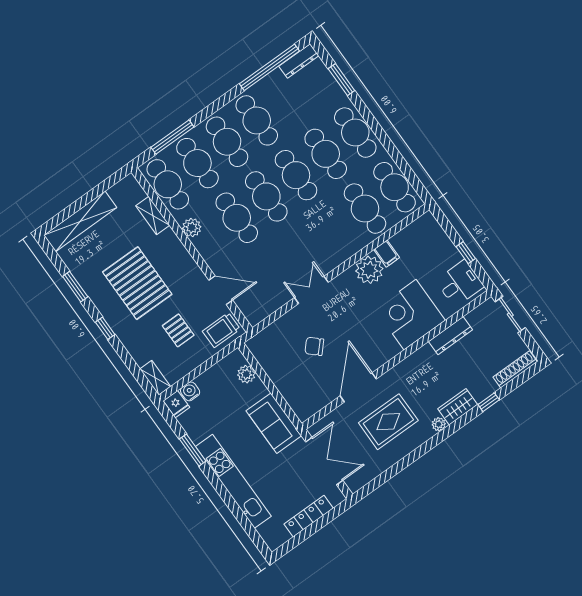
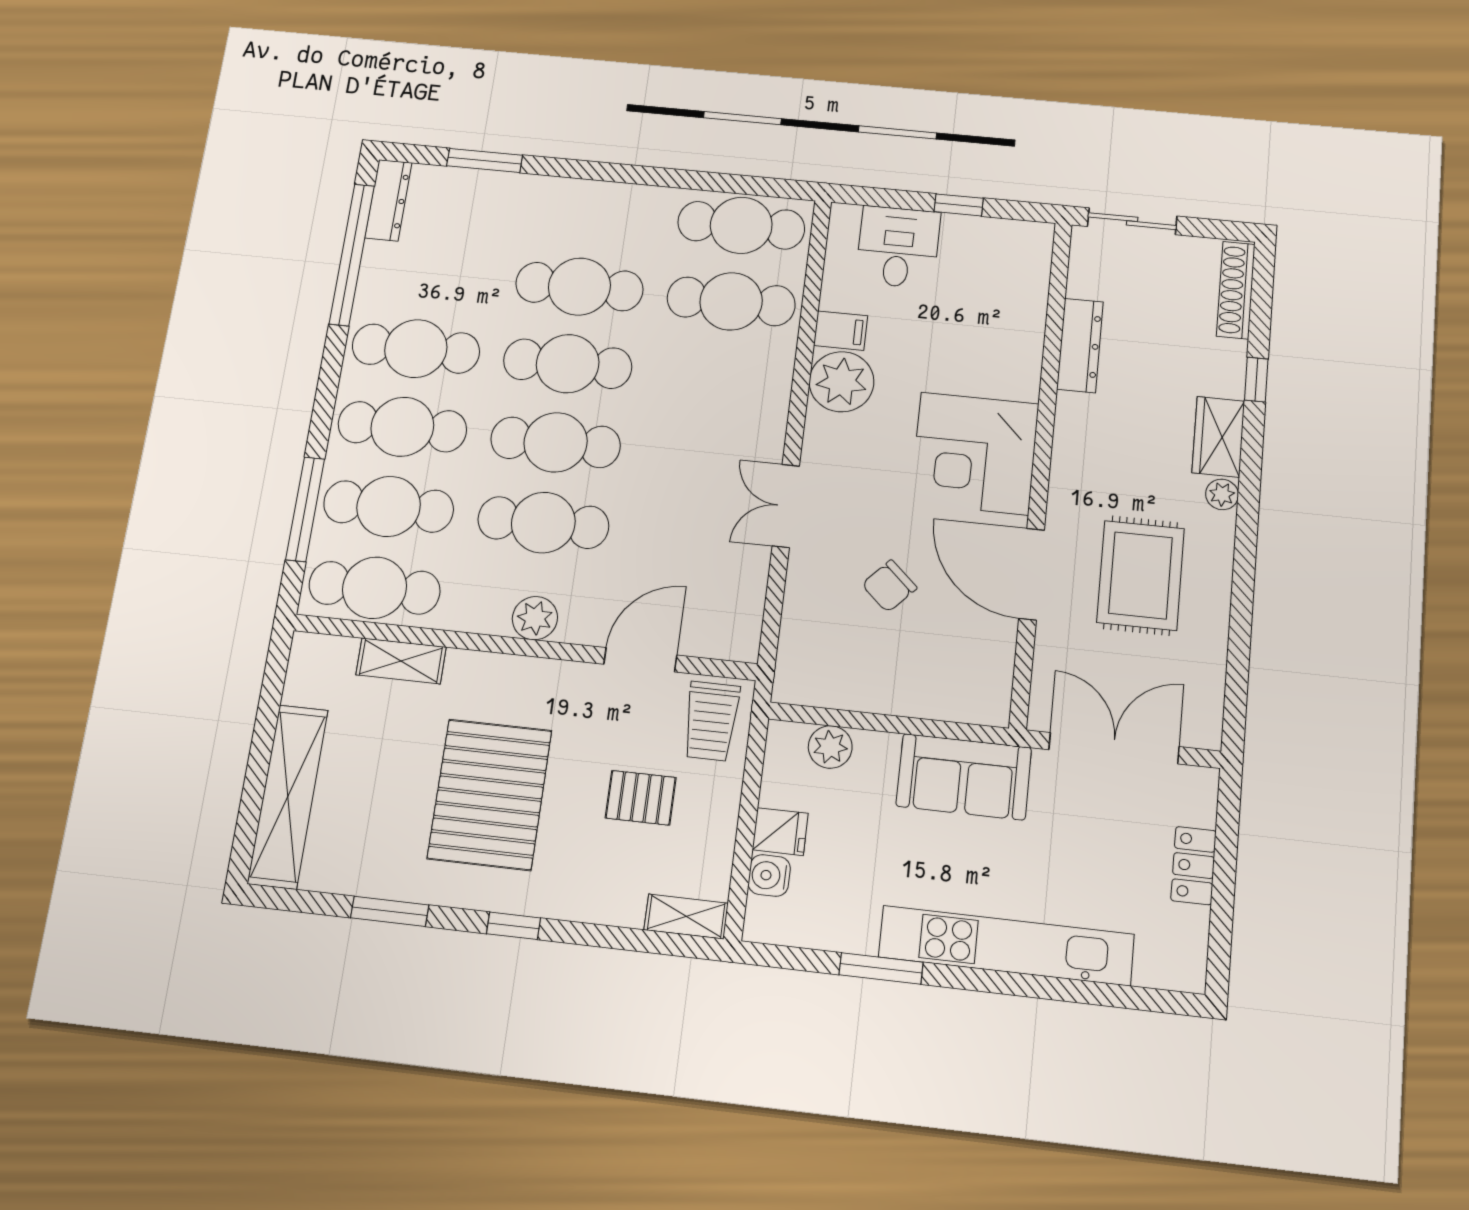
cafe table: (355, 133) -> (591, 211), removed
plant: (192, 228) -> (535, 618), moved
pallet: (137, 283) -> (490, 794), turned 90
desk: (460, 283) -> (898, 247), moved
corner desk: (410, 315) -> (975, 453), moved
fridge: (176, 404) -> (780, 832), moved
locker: (309, 516) -> (1194, 866), width x0.66

